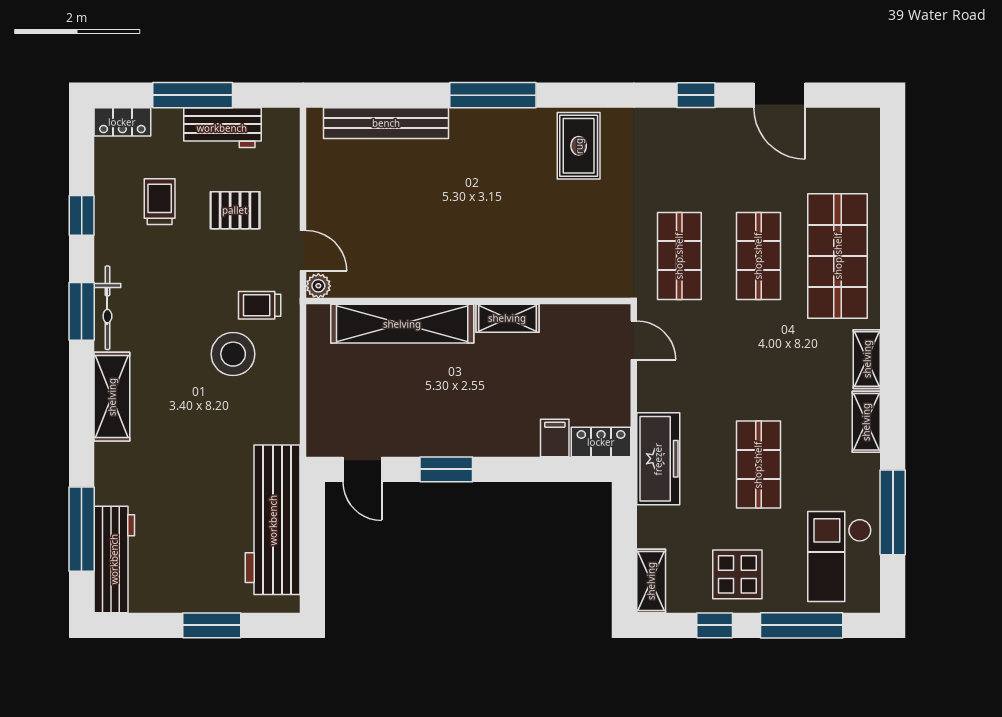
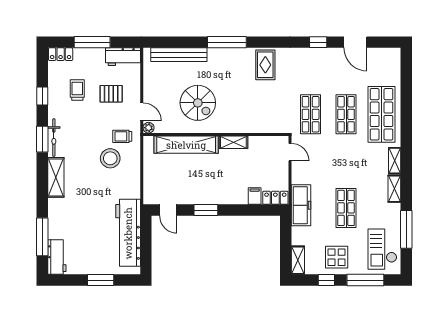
workbench: (222, 128) -> (123, 57), moved
spiral stairs: (428, 230) -> (198, 103), added
workbench: (114, 559) -> (57, 257), width x0.73

